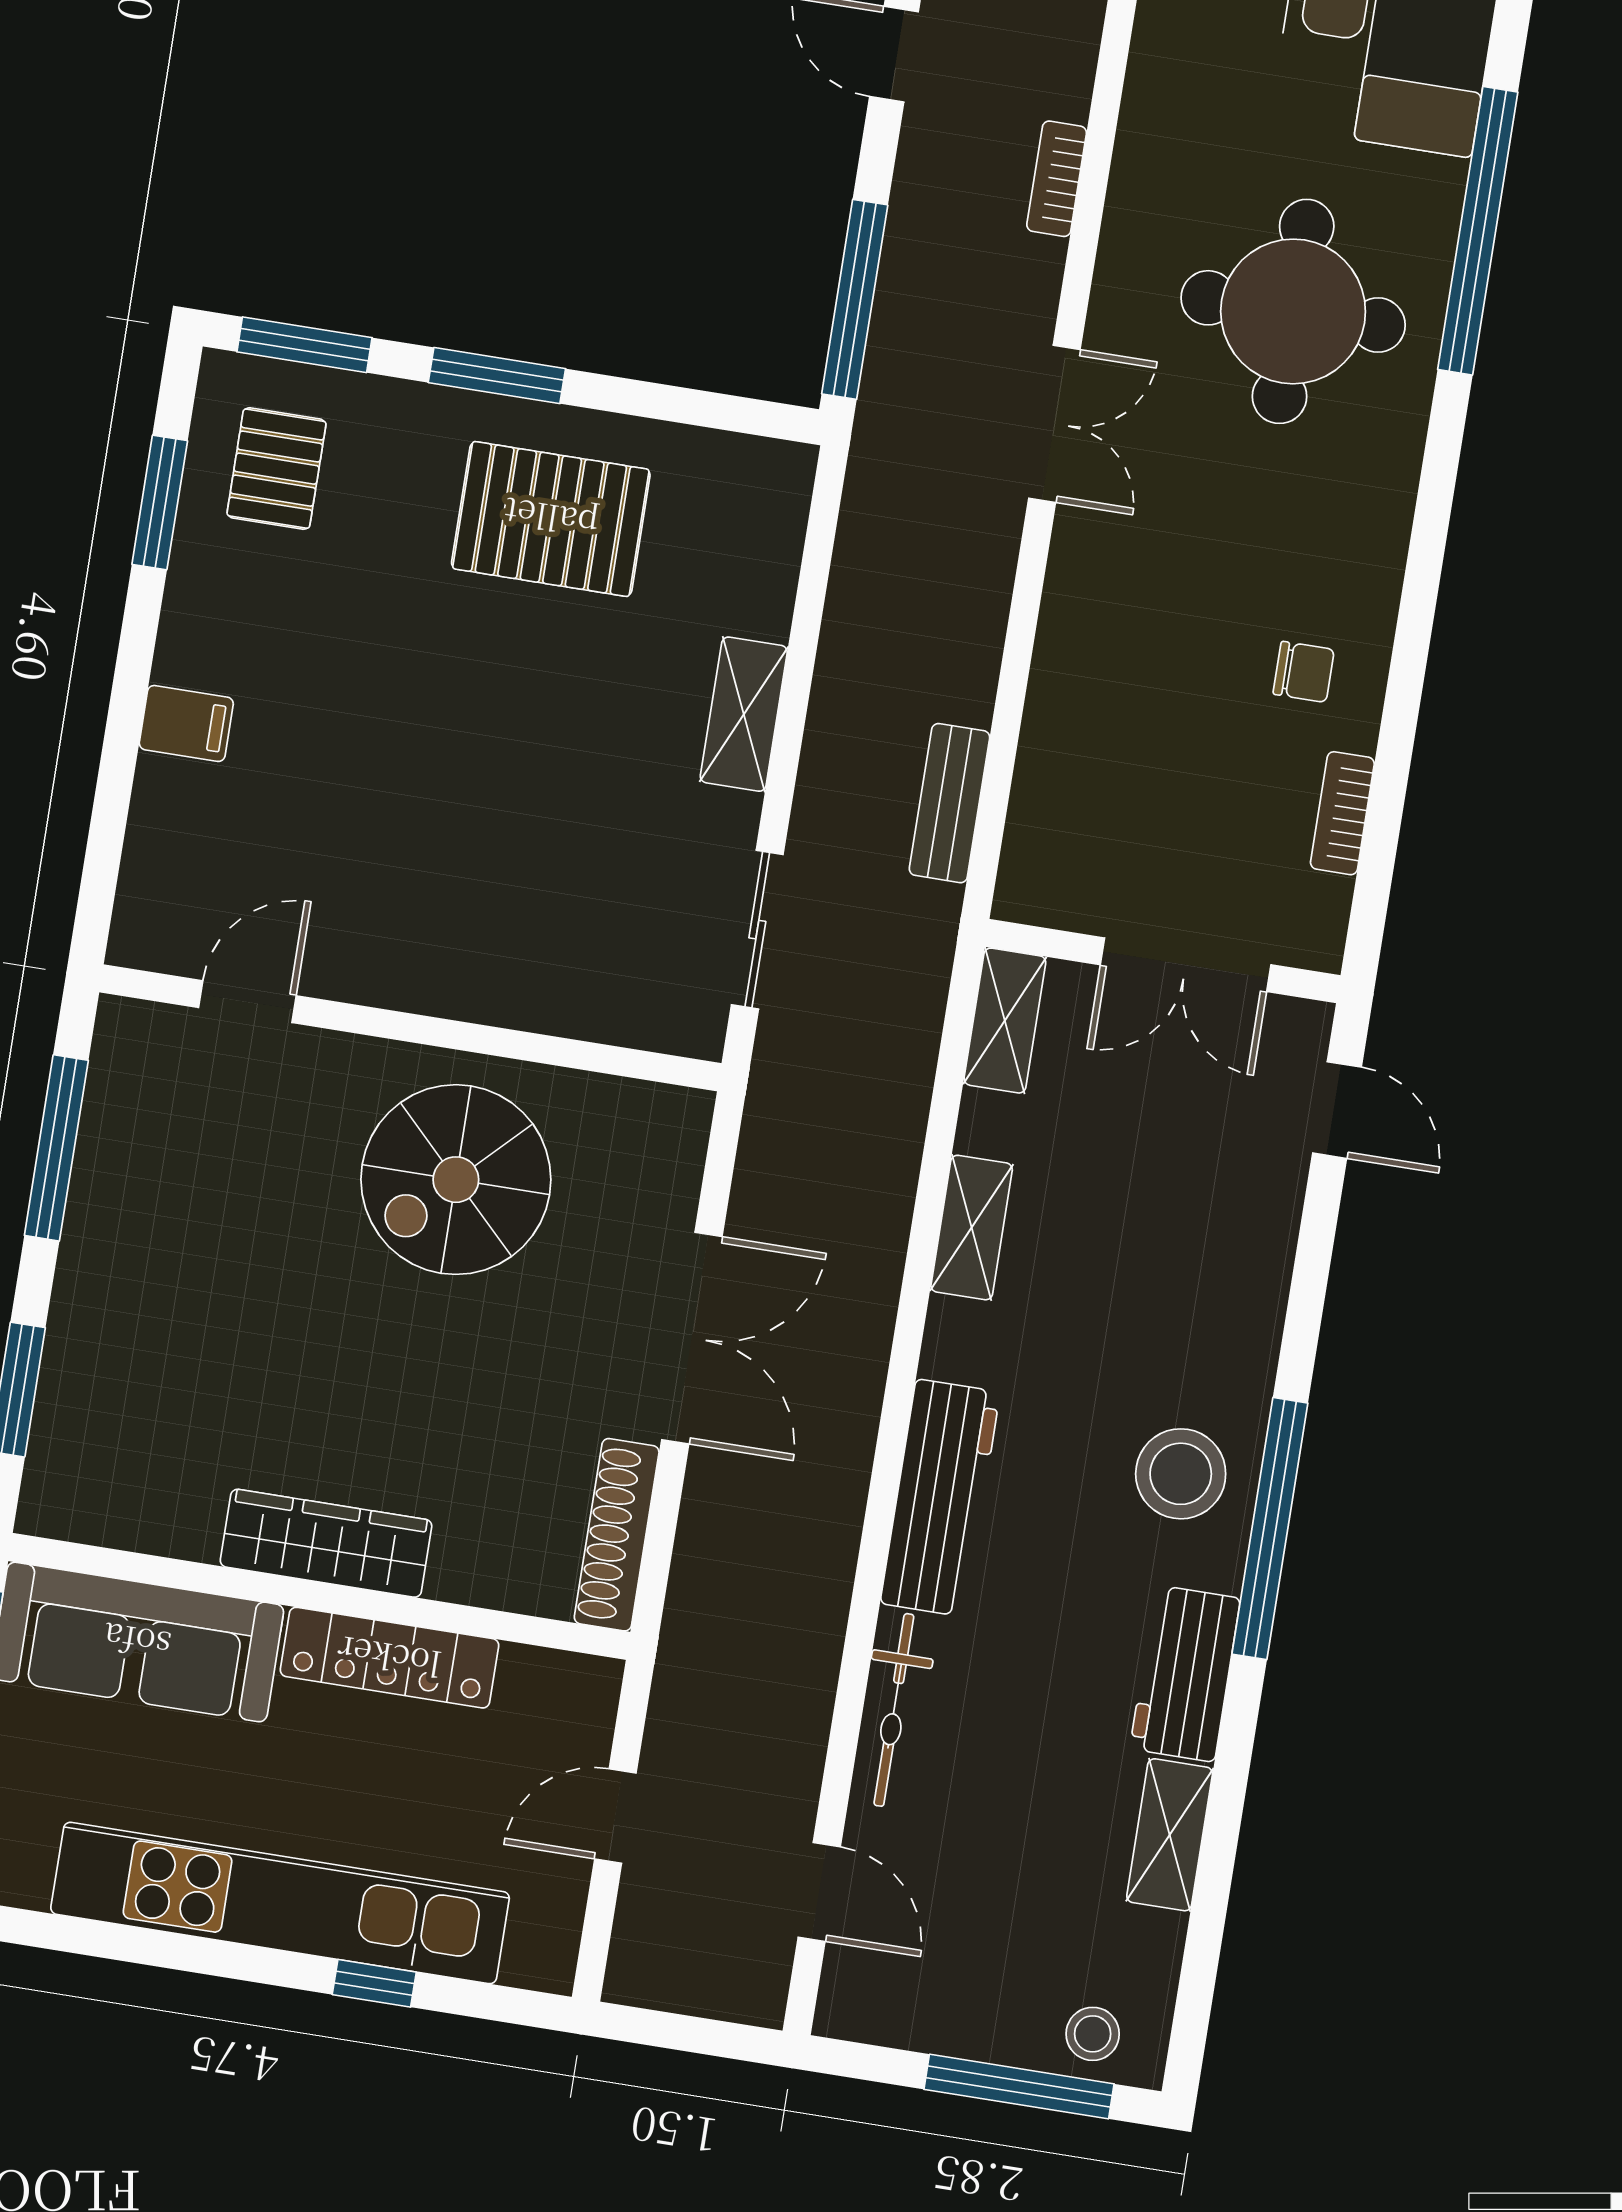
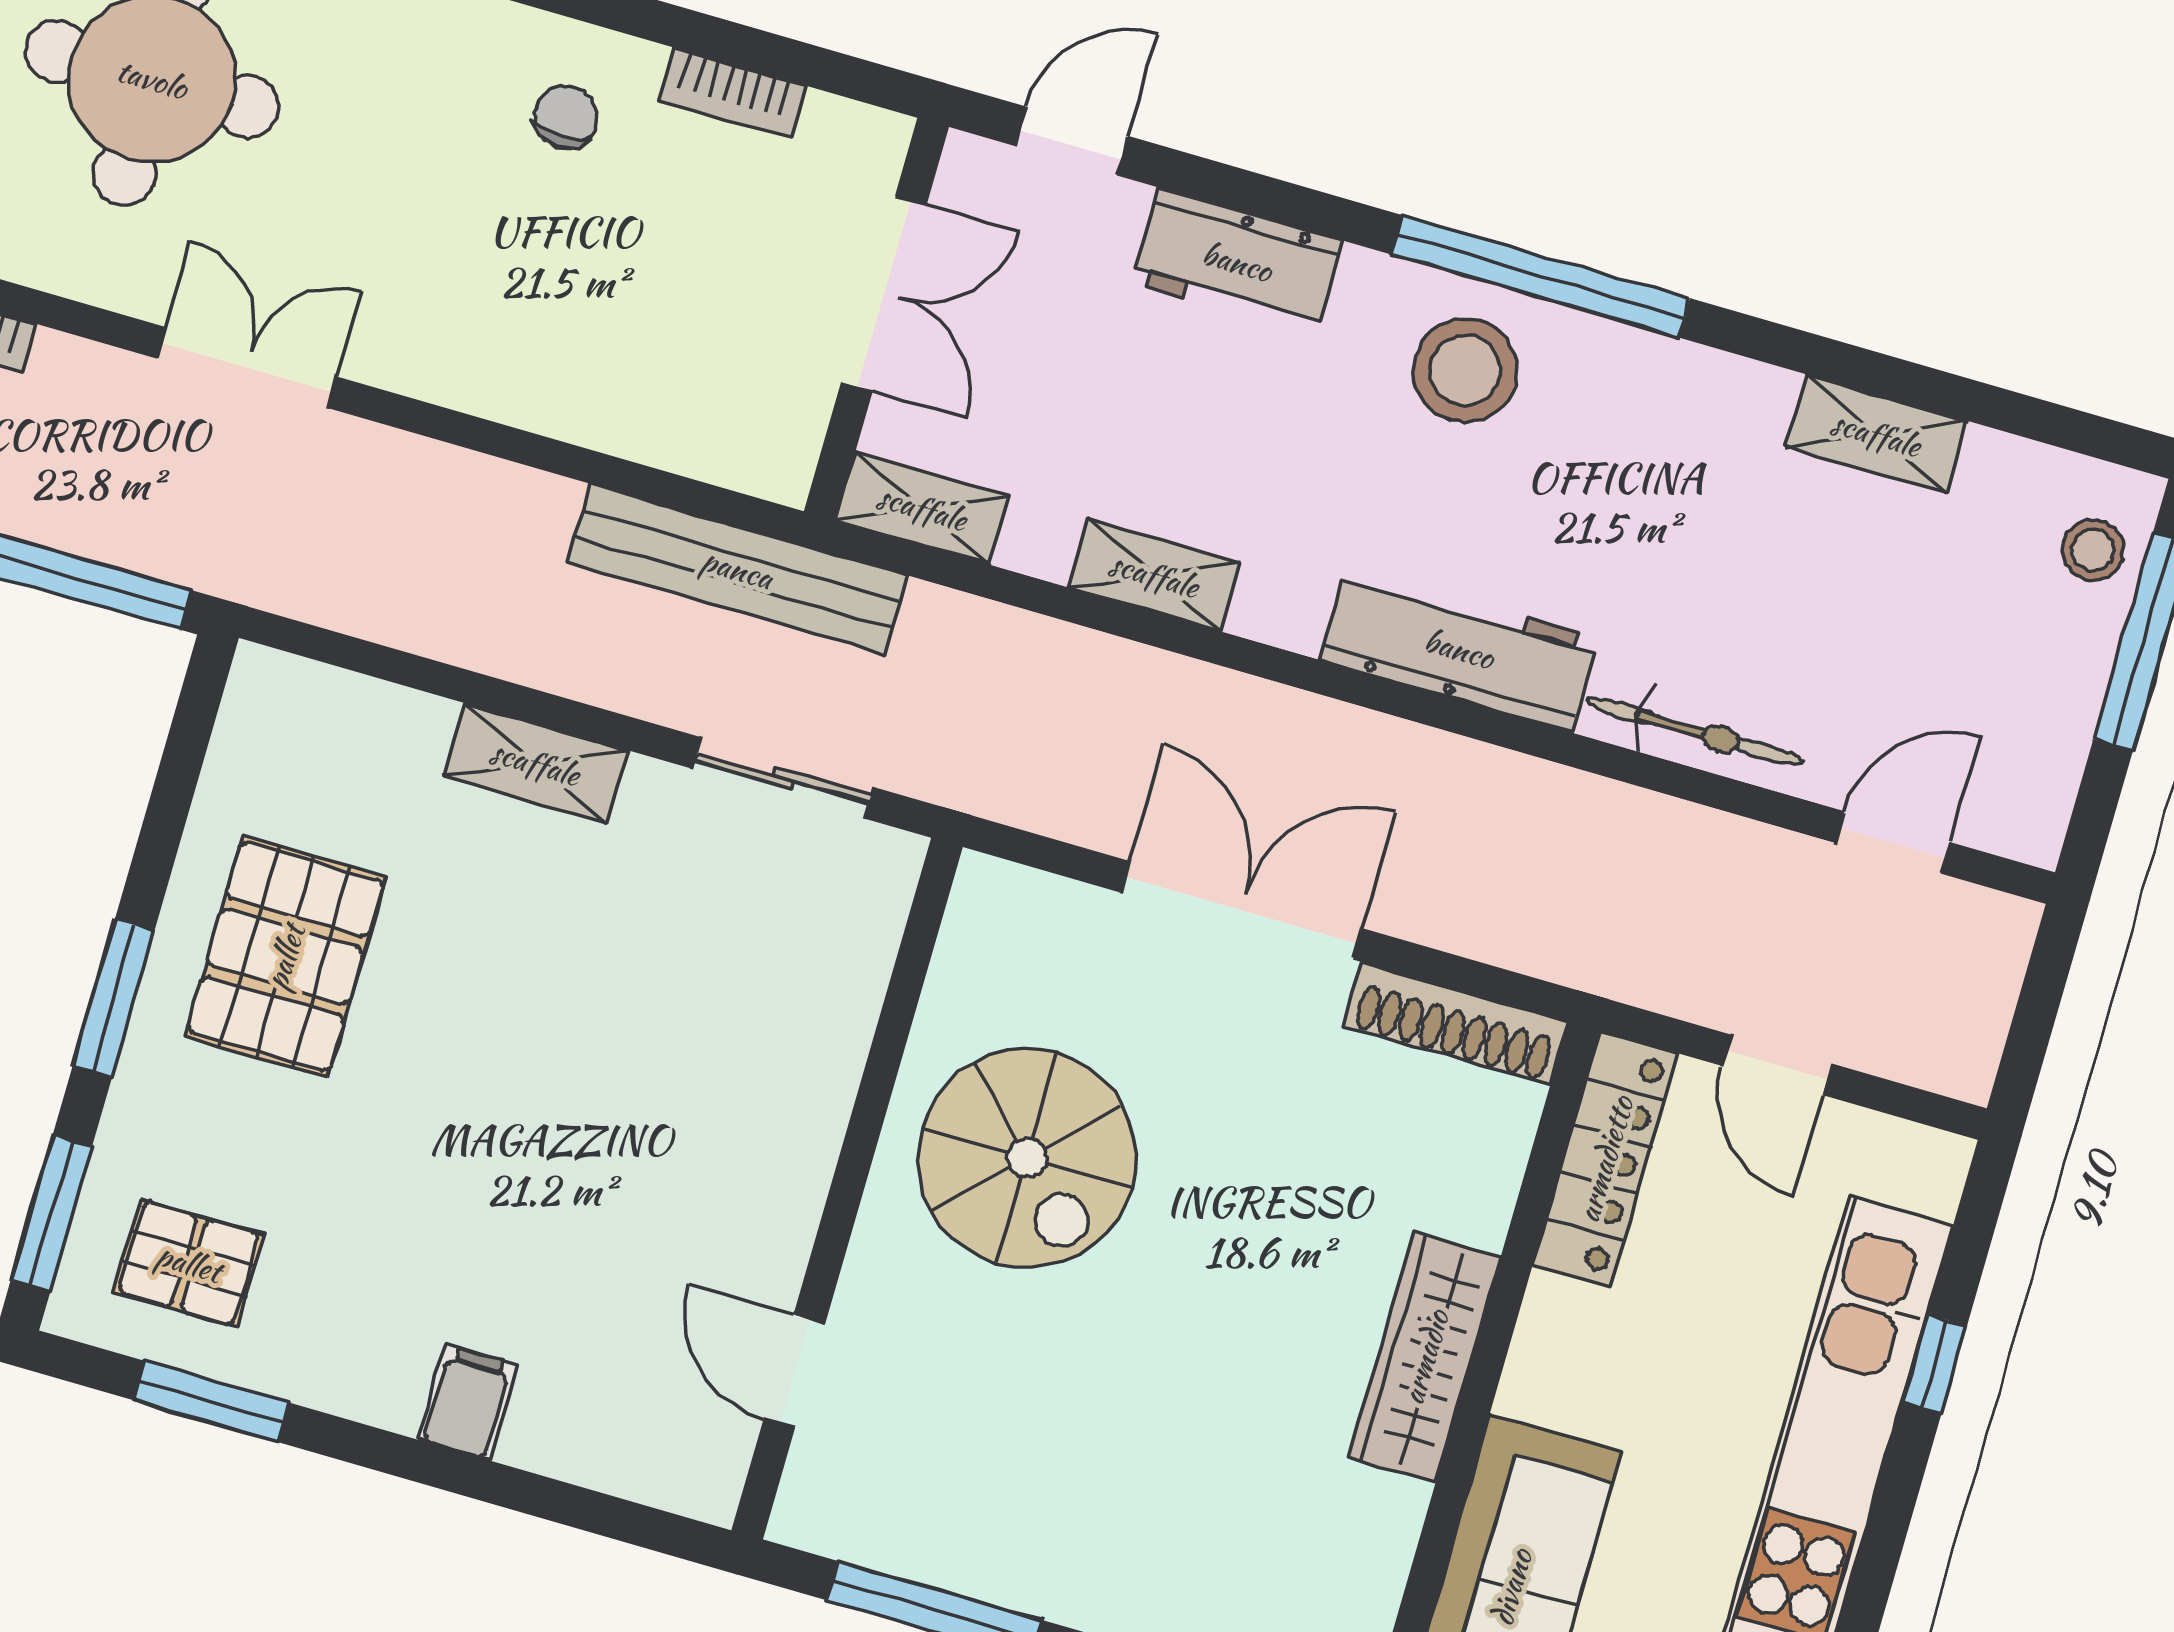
bench: (949, 803) -> (737, 569), width x1.86, depth x1.21
locker: (389, 1658) -> (1605, 1159), moved
workbench: (1185, 1674) -> (1237, 262), moved

